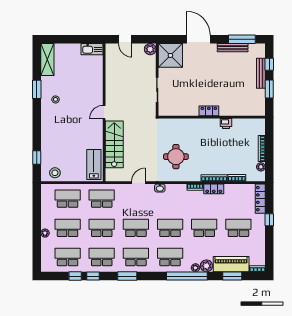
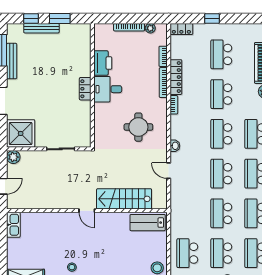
printer: (226, 123) -> (103, 63), width x1.87, depth x1.48
desk: (208, 130) -> (108, 89), added
locker: (214, 189) -> (176, 77), width x1.53
school desk: (102, 199) -> (187, 213), removed
locker: (260, 199) -> (181, 29), width x0.66

